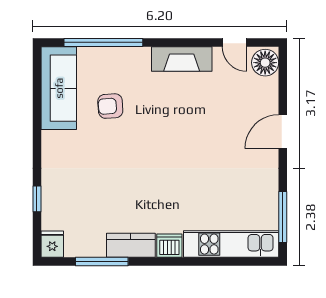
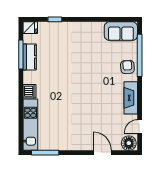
sofa: (59, 88) -> (121, 31), width x0.73
armchair: (110, 106) -> (127, 67), moved
door: (283, 132) -> (102, 153), moved
kitchen counter: (131, 245) -> (30, 57), moved

